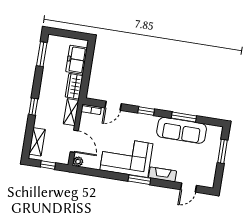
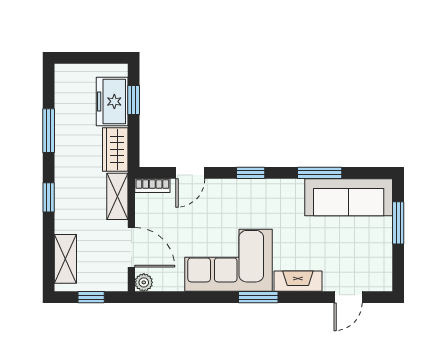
window: (42, 54) -> (49, 131), moved
window: (88, 61) -> (134, 100), added
sofa: (182, 130) -> (349, 197), moved

